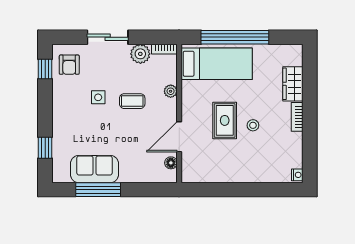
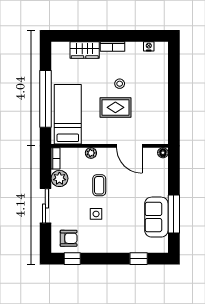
floor lamp: (171, 163) -> (163, 153), moved
nightstand: (297, 175) -> (149, 46), moved

